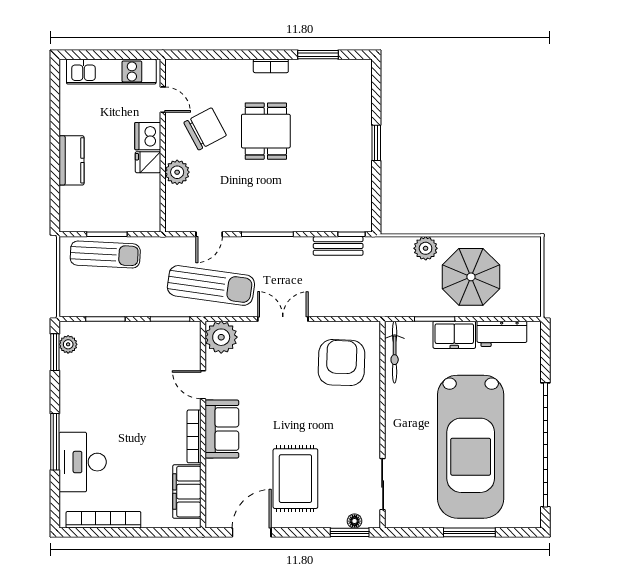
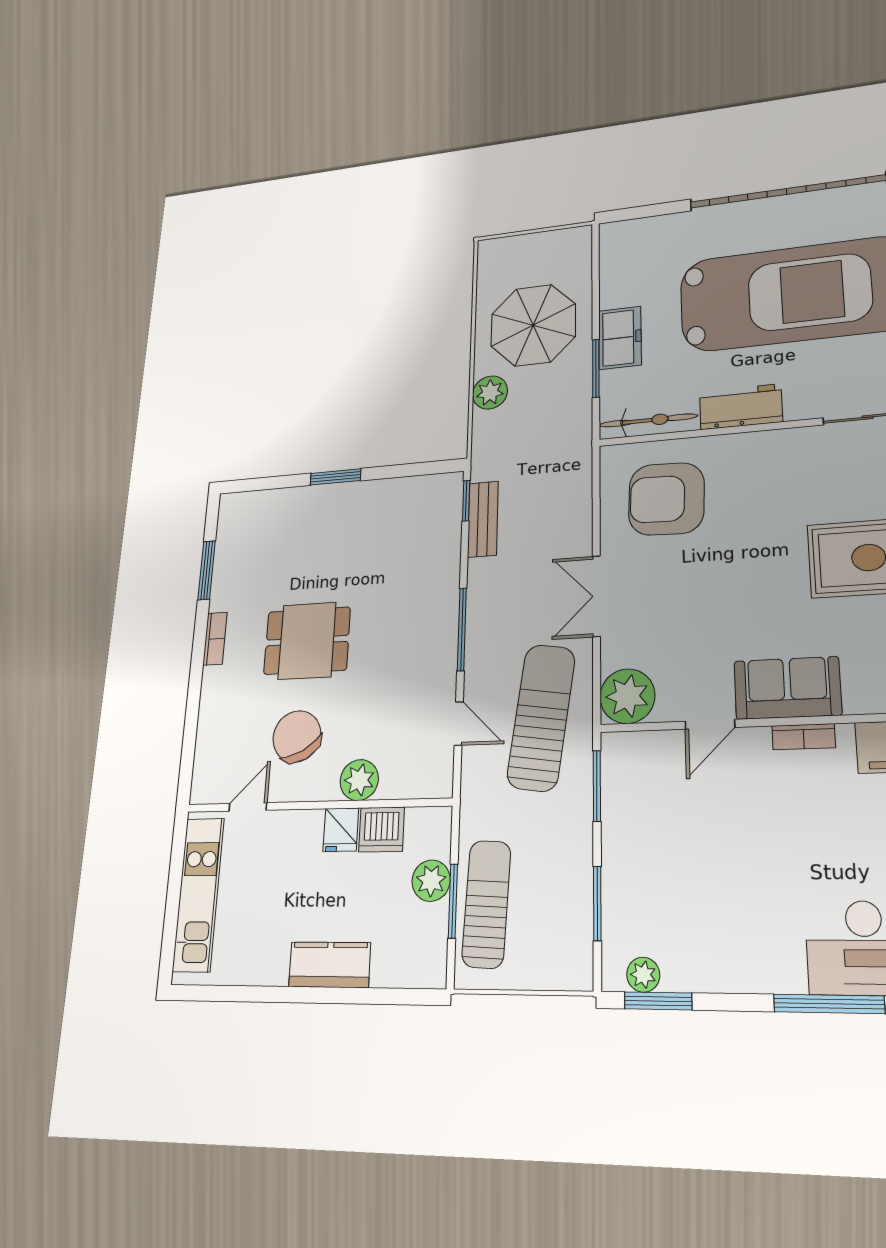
dishwasher: (148, 136) -> (382, 829), moved
plant: (118, 221) -> (431, 881), added
workbench: (502, 334) -> (741, 407), moved, turned -90
bookcase: (194, 436) -> (804, 737), width x0.64

